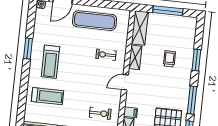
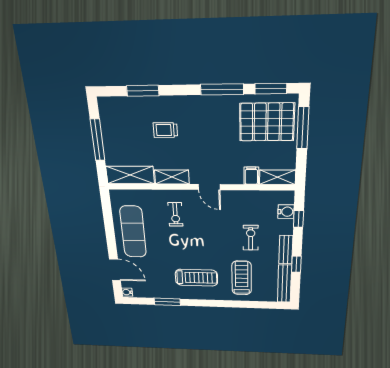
window: (28, 49) -> (167, 302), moved
window: (196, 60) -> (143, 91), moved
exercise bike: (100, 113) -> (251, 238), moved

